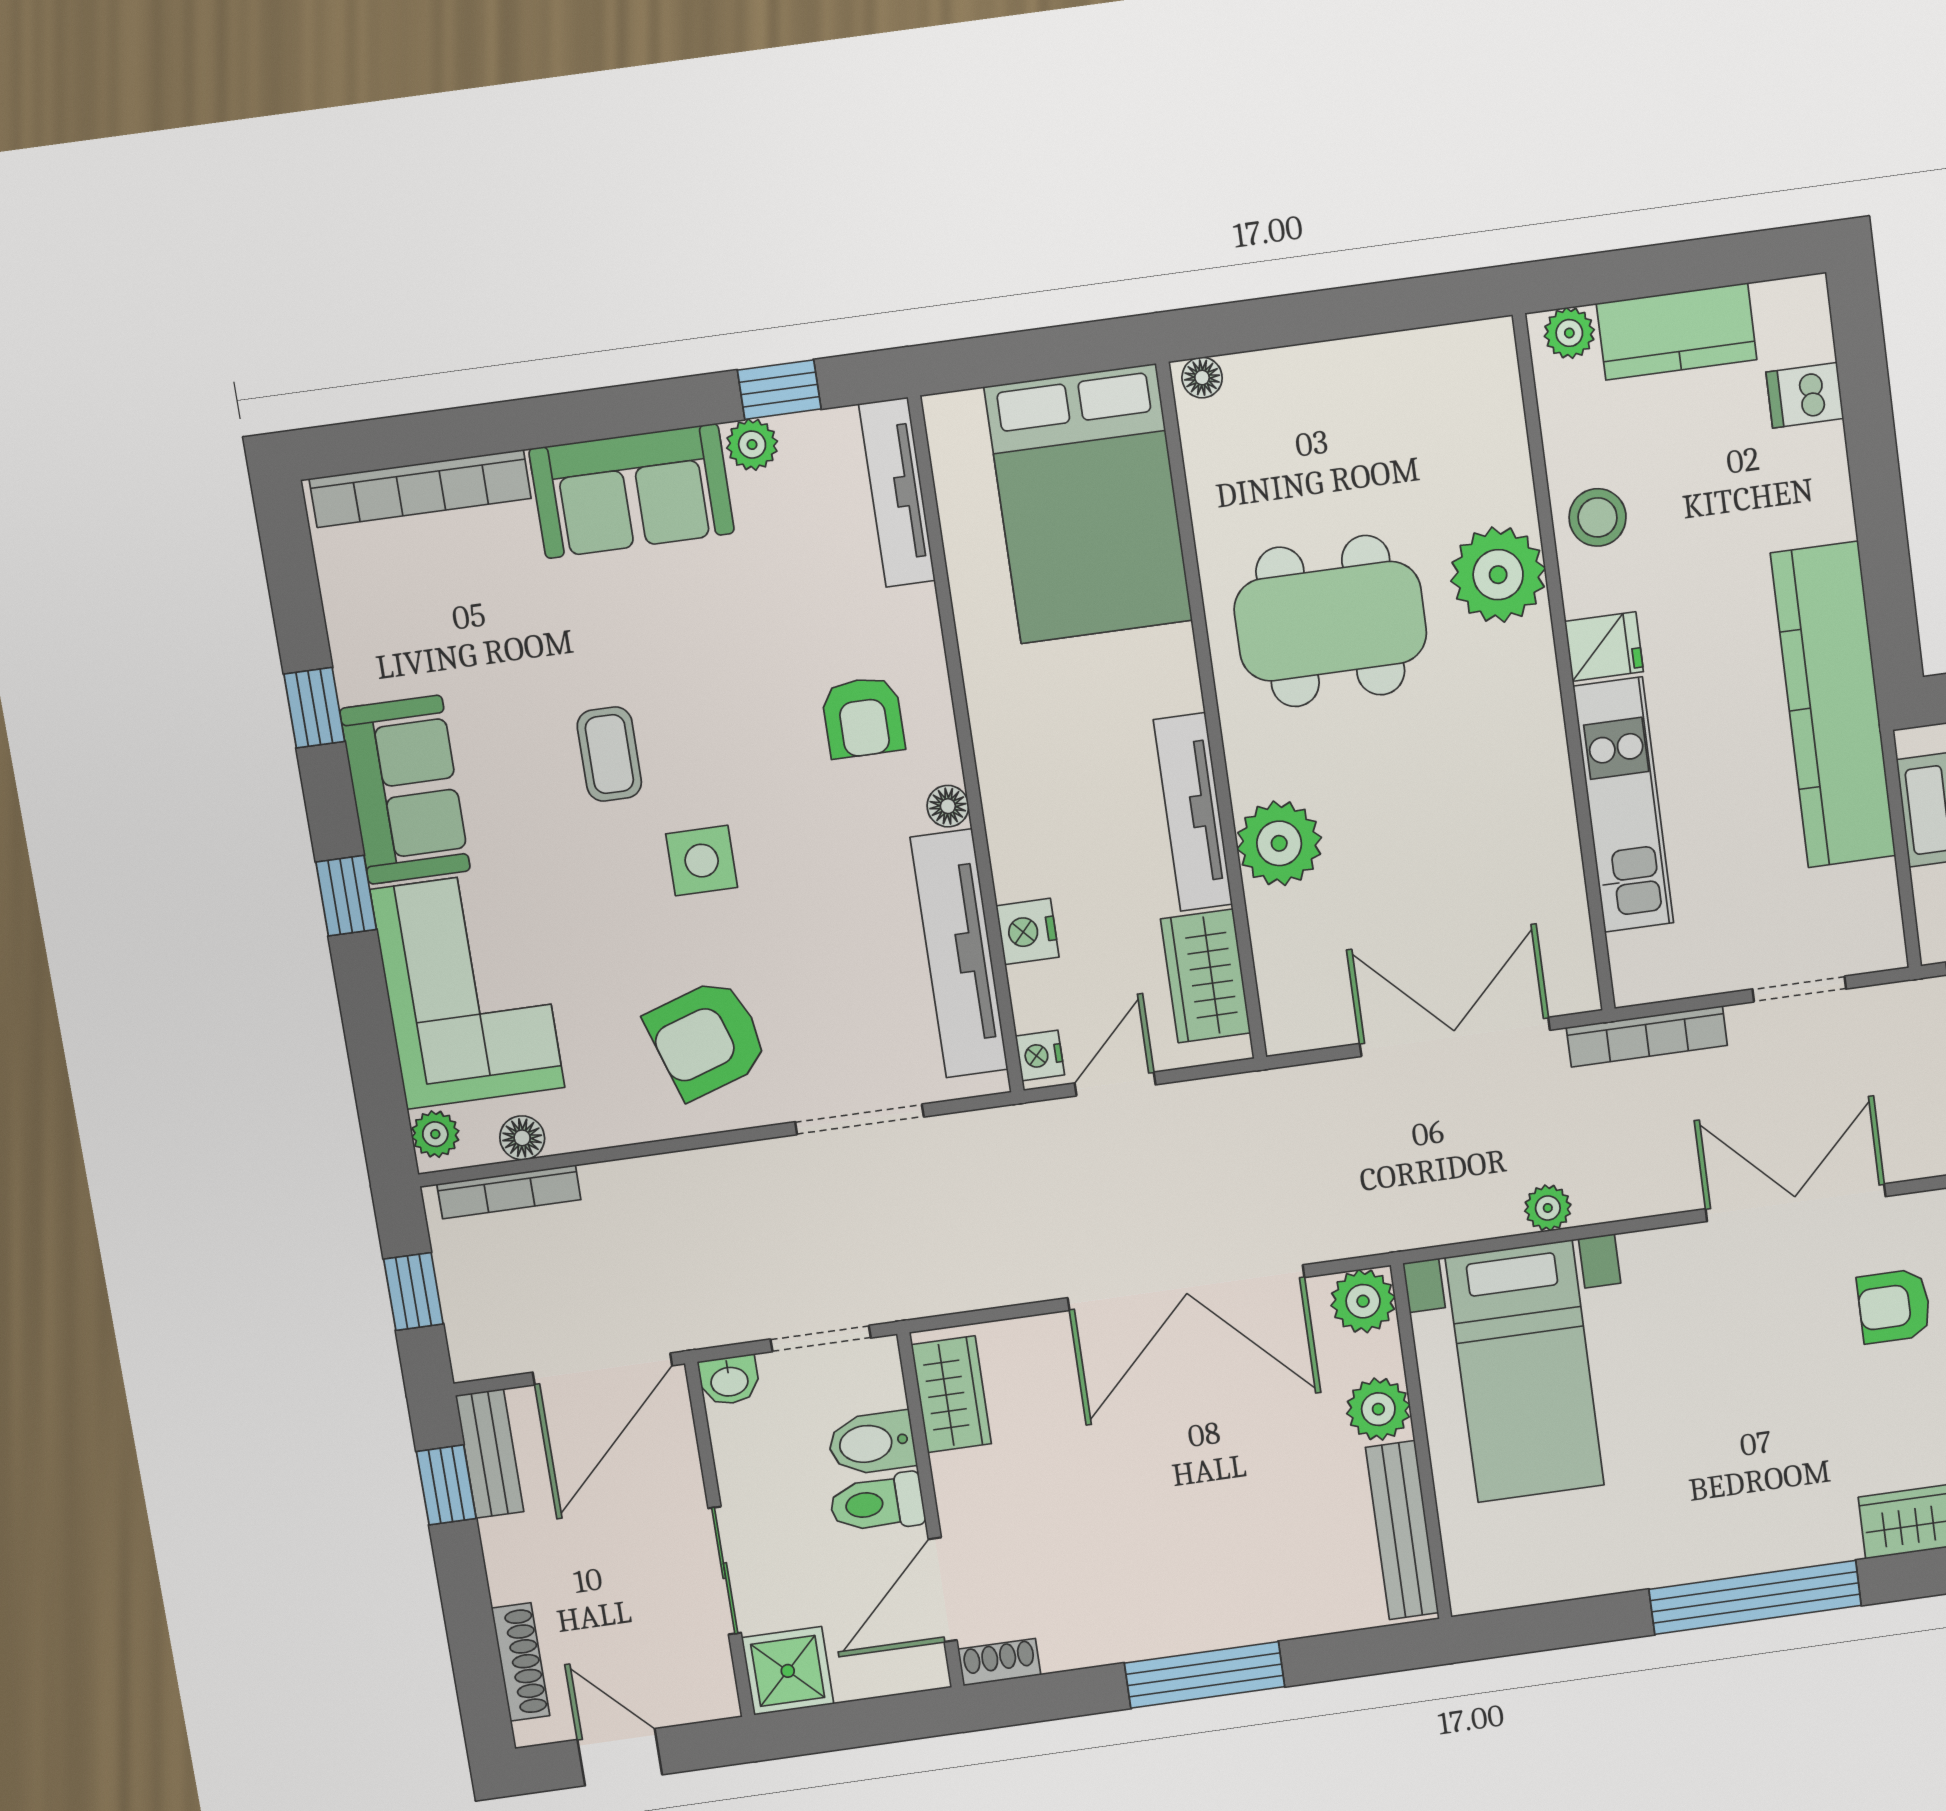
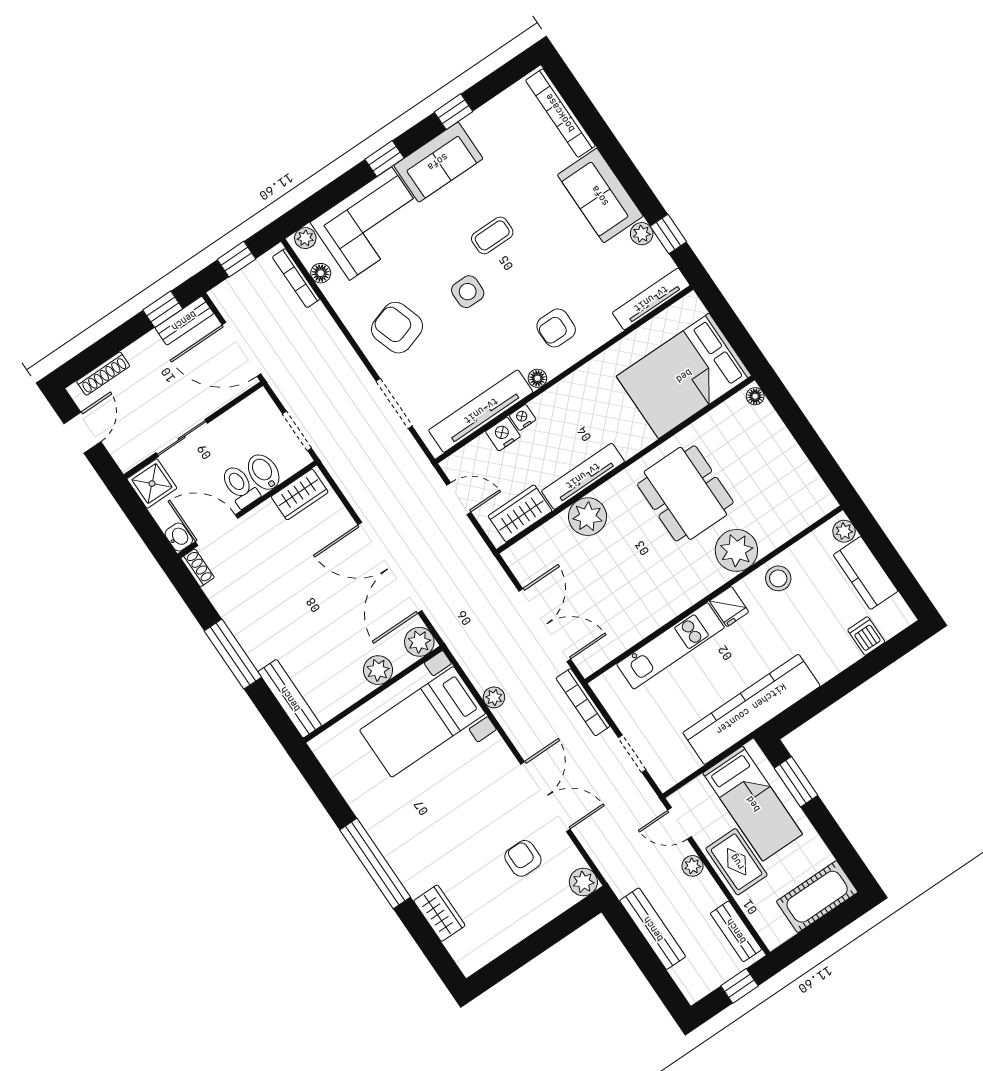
nightstand: (1040, 1055) -> (523, 417), moved
washbasin: (729, 1380) -> (179, 537), moved, turned 180
bench: (1402, 1530) -> (290, 699), moved, turned 90

